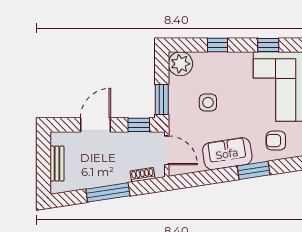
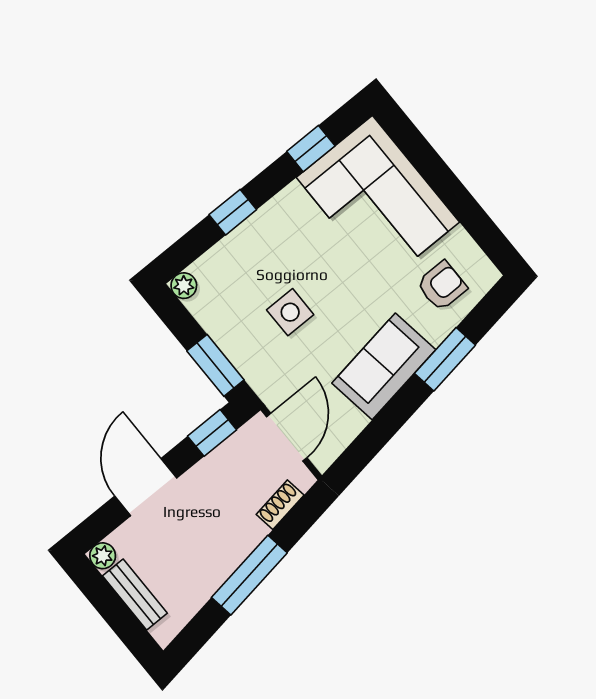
plant: (180, 64) -> (184, 286), width x0.53, depth x0.53
plant: (57, 138) -> (103, 556), added
armchair: (276, 141) -> (442, 286), turned 180
door: (167, 150) -> (287, 437), hinge flipped

